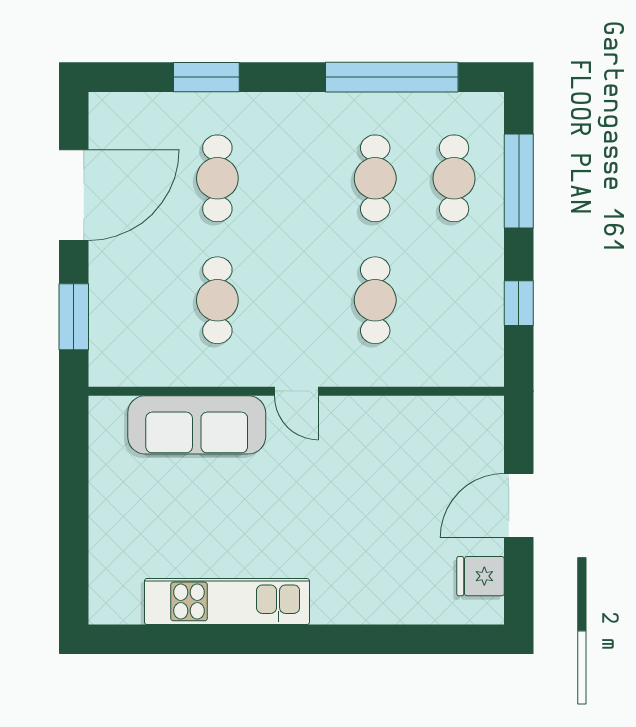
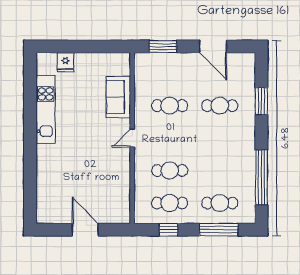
cafe table: (375, 178) -> (170, 203), moved
door: (74, 195) -> (213, 46), width x0.73
sofa: (197, 425) -> (118, 97), width x0.73
fridge: (481, 576) -> (65, 62), moved, turned 180

